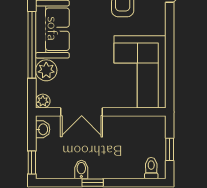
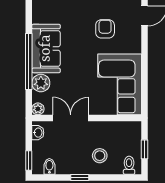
double door: (82, 112) -> (71, 118), swing flipped
stool: (116, 157) -> (100, 156), added
bidet: (81, 170) -> (49, 166), moved

